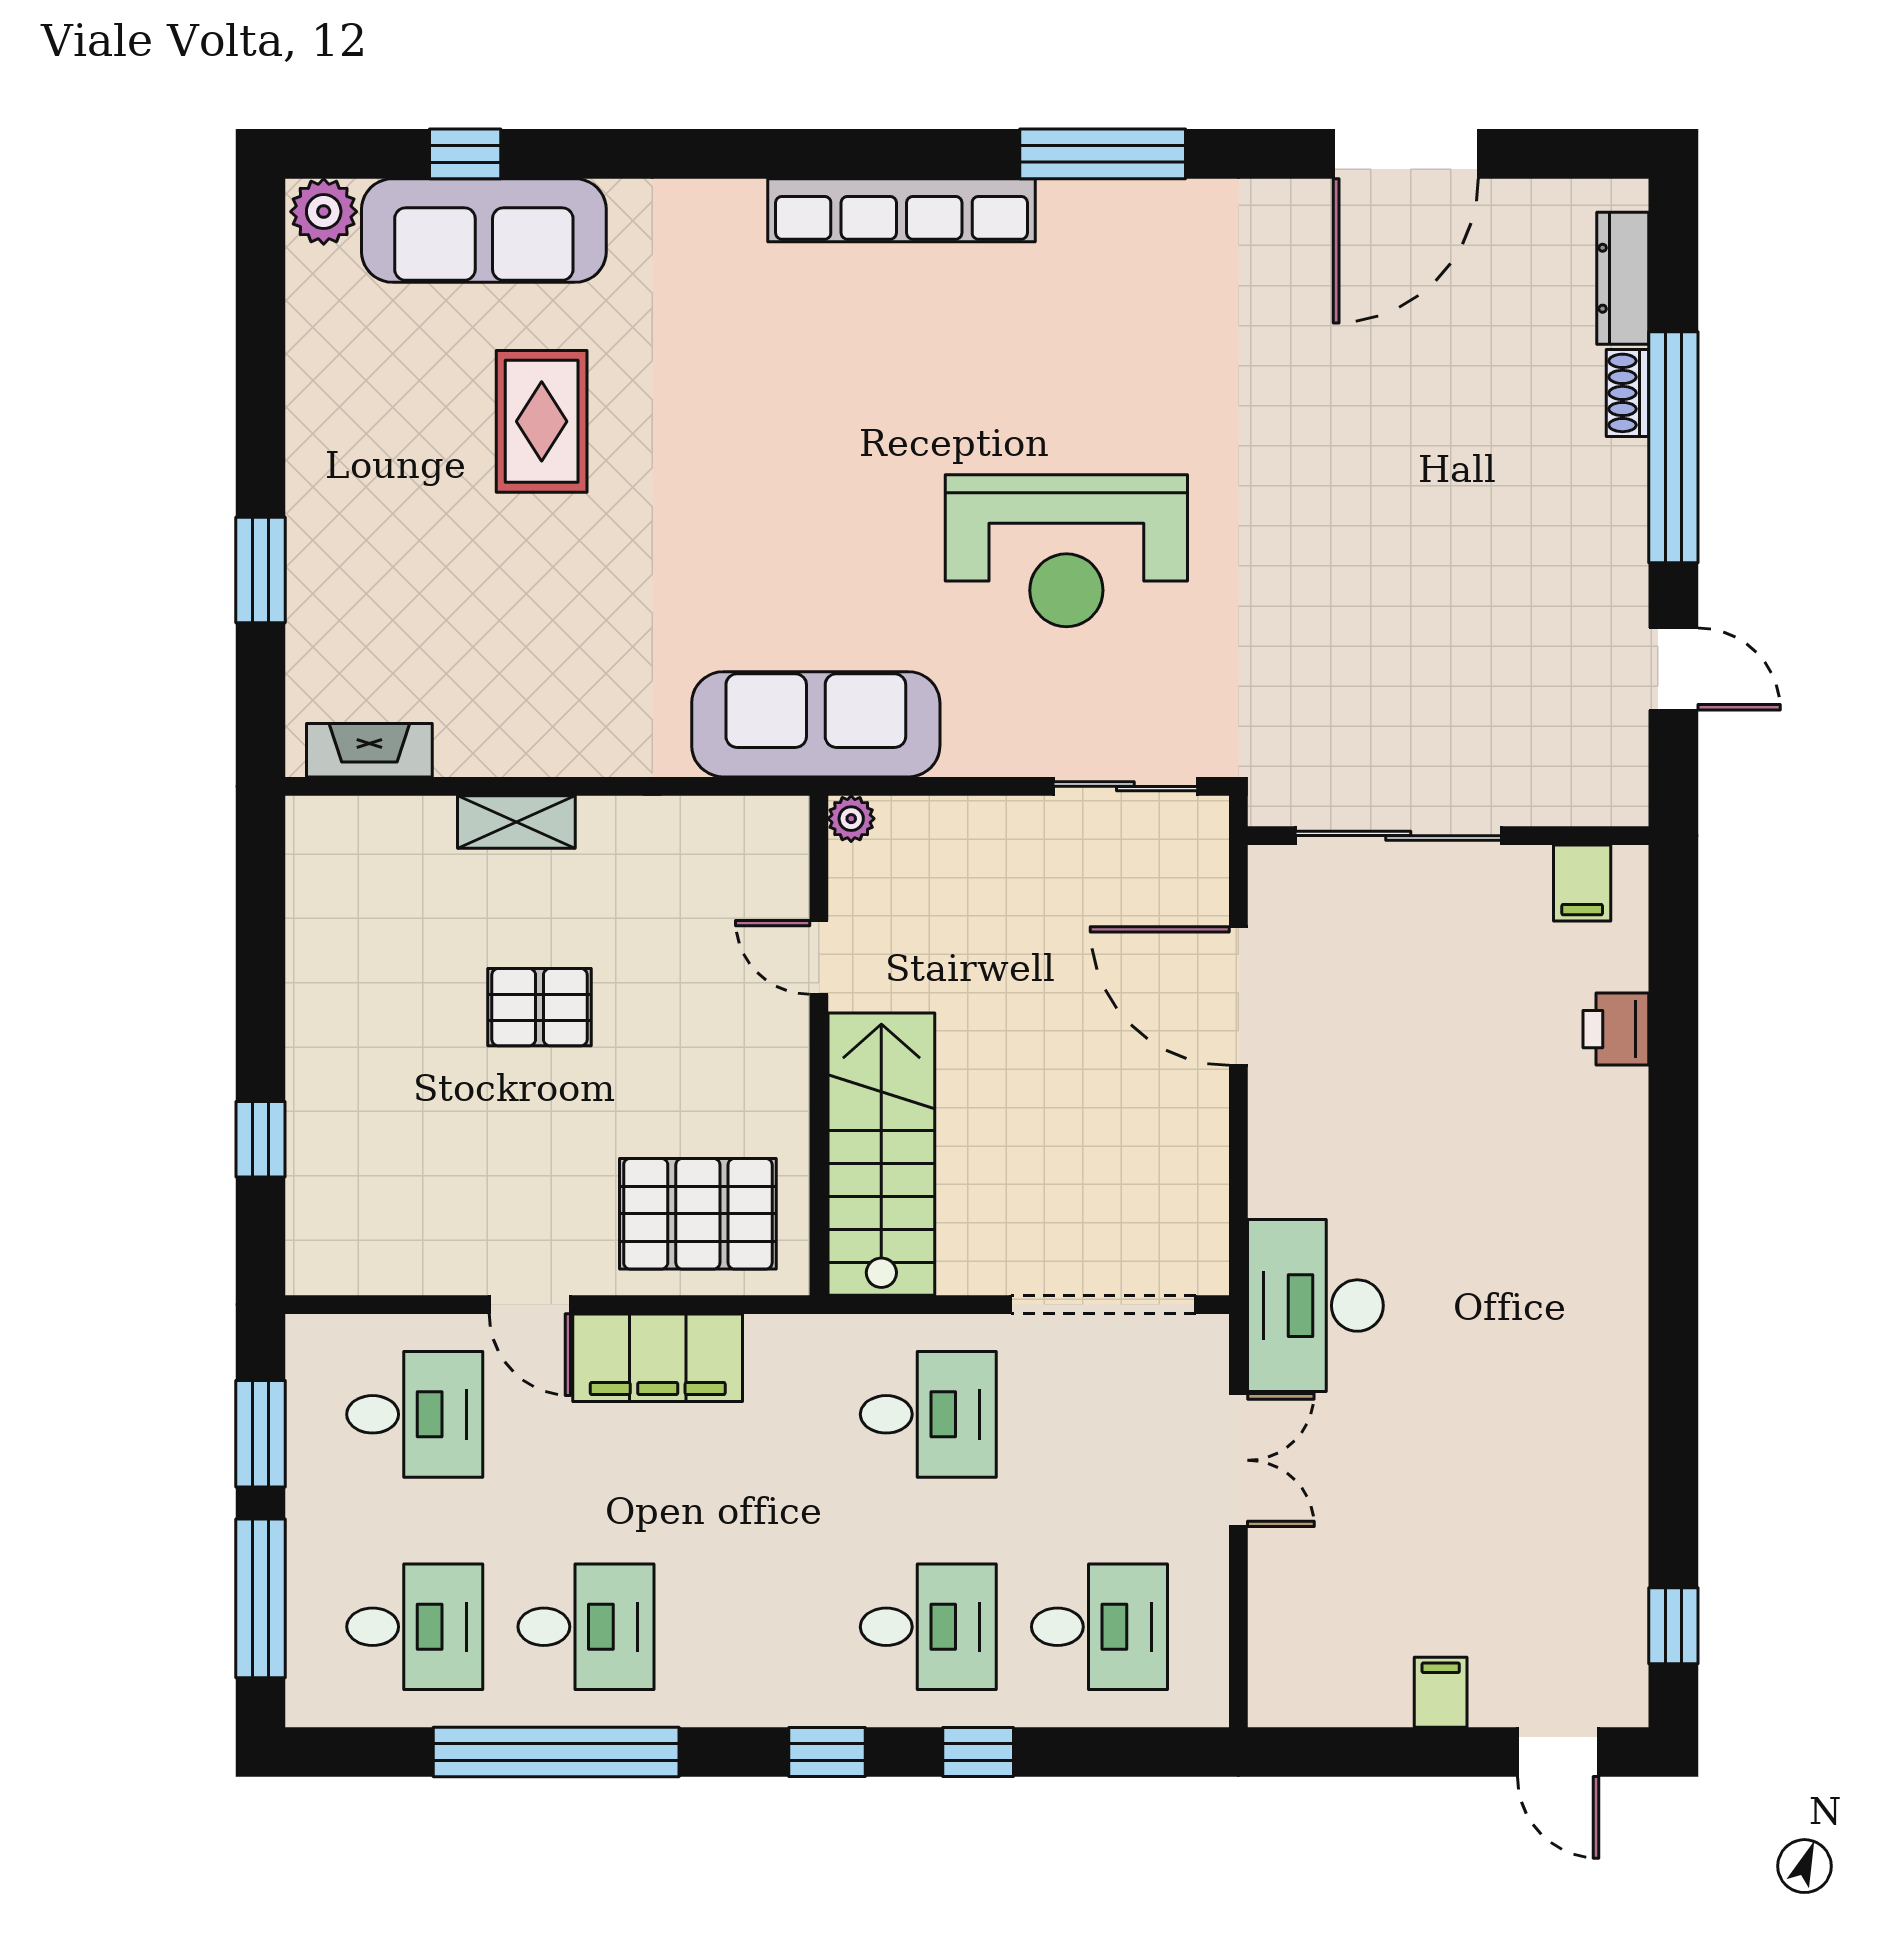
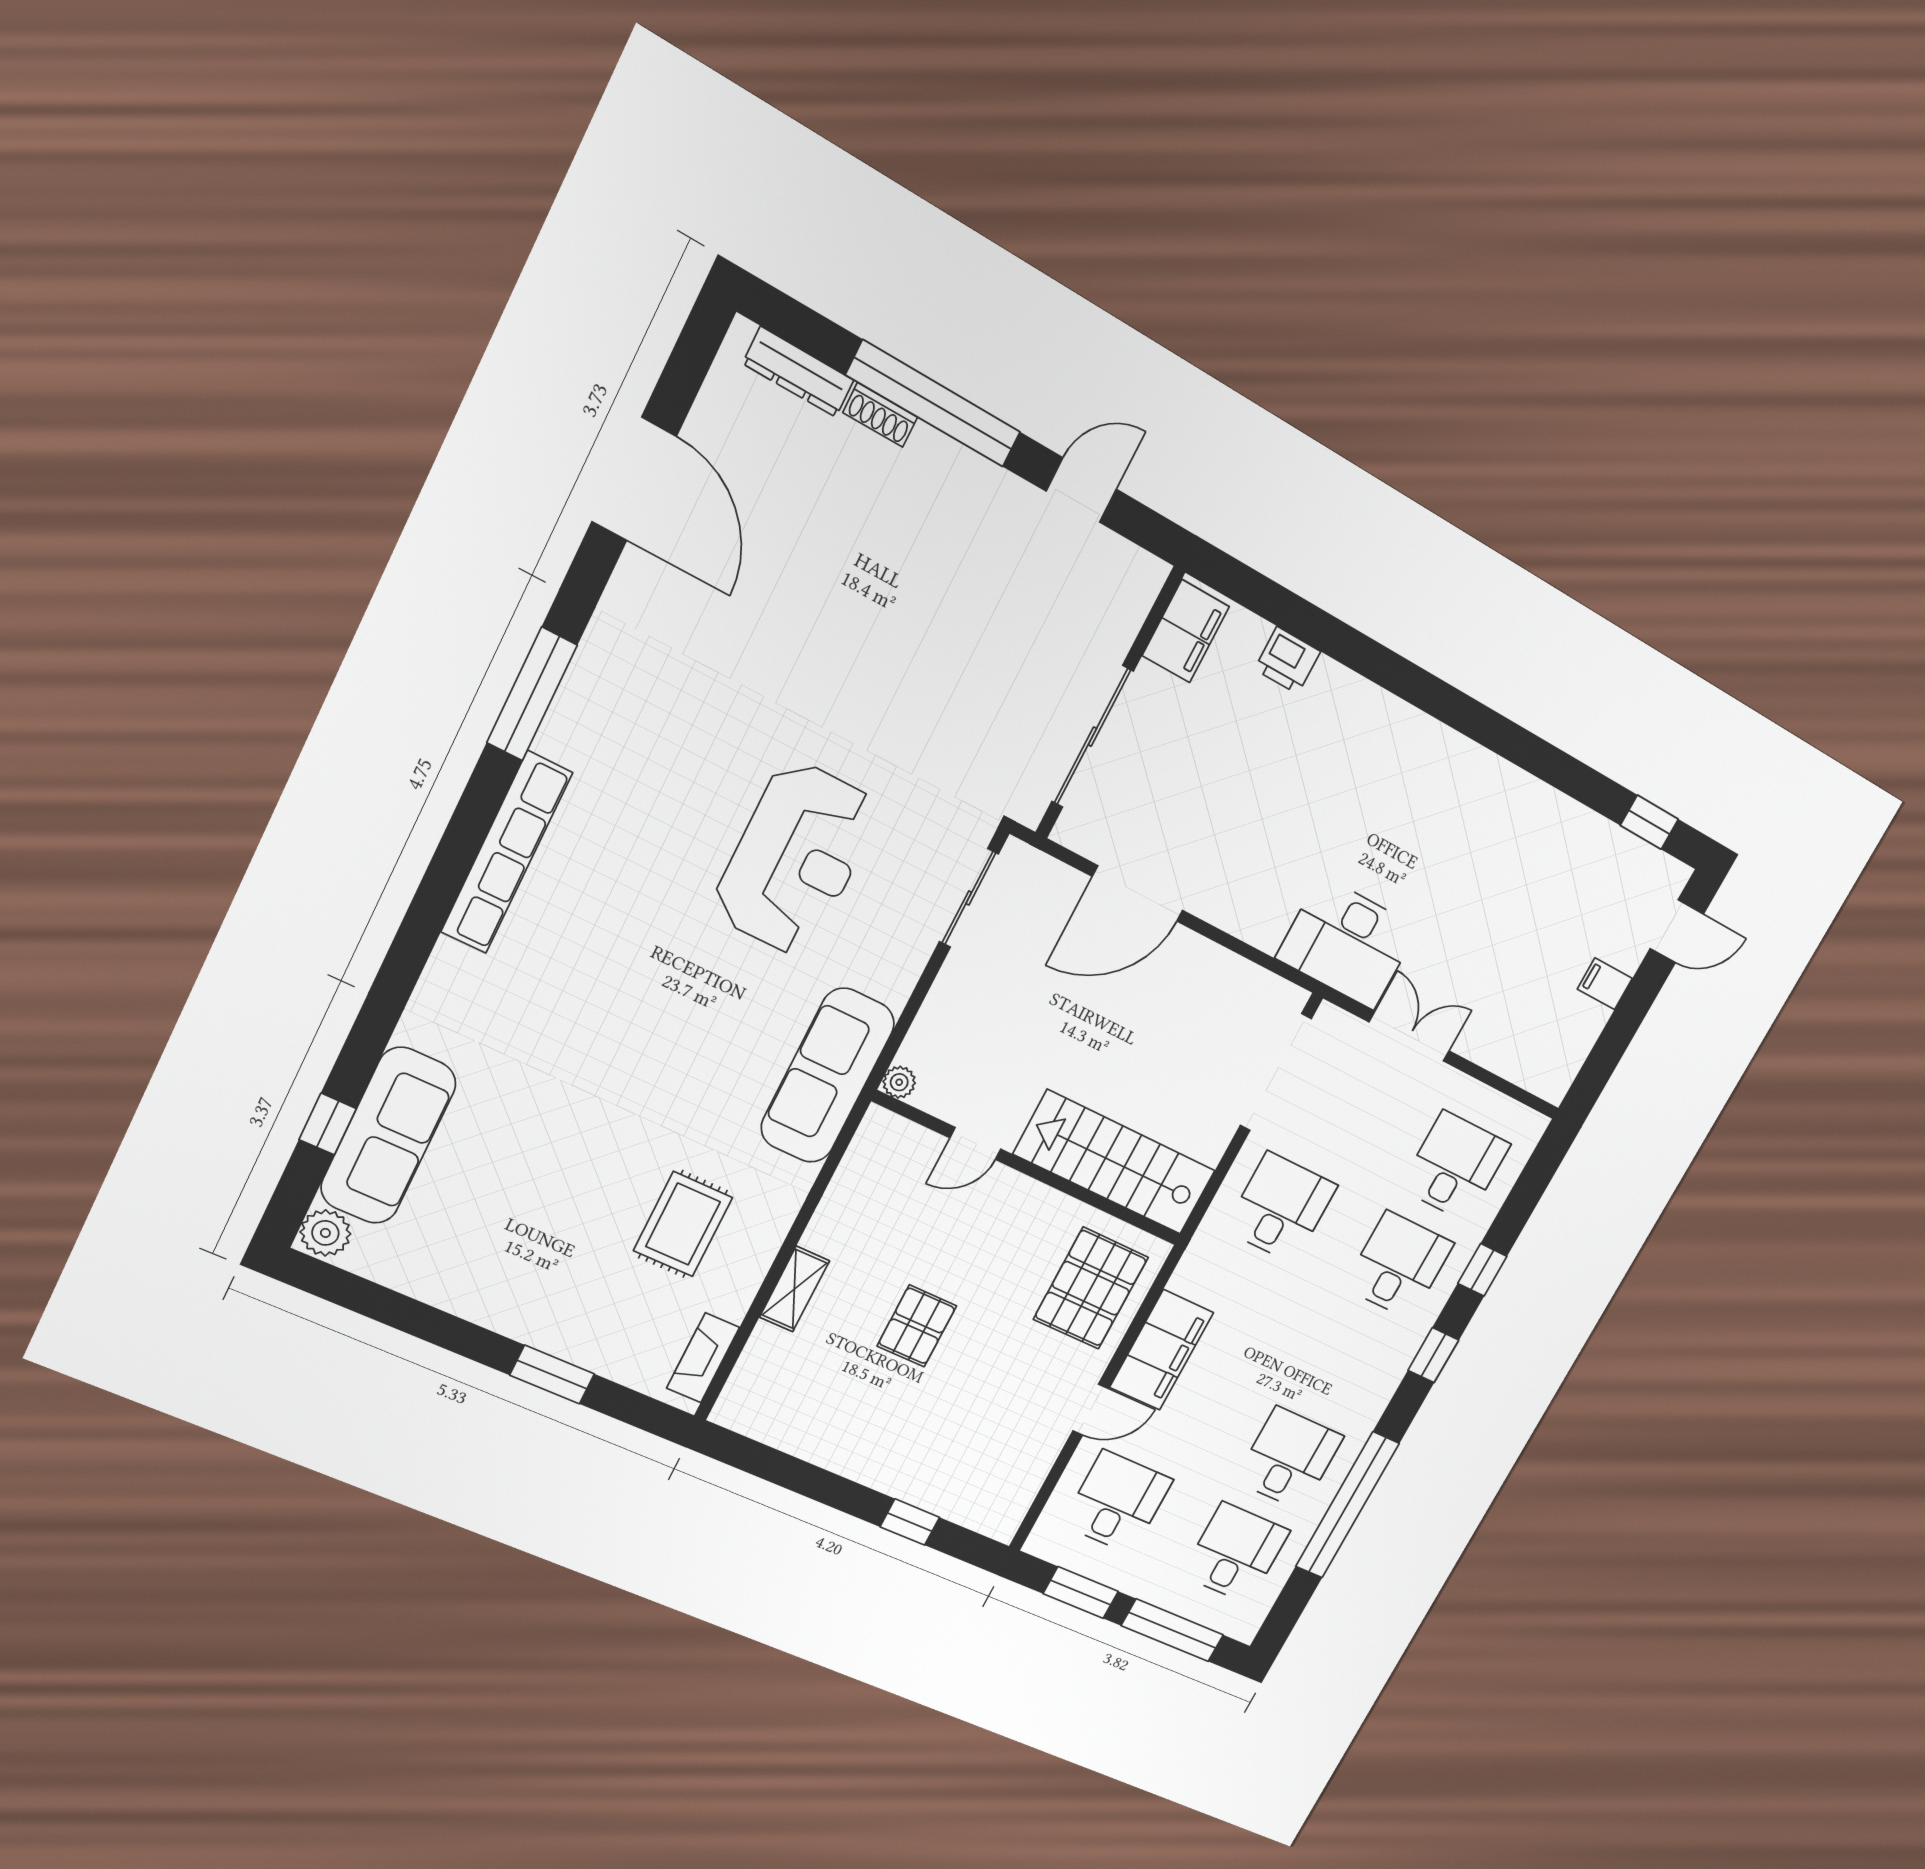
rug: (542, 421) -> (683, 1224), moved, turned 90
filing cabinet: (1582, 883) -> (1186, 631), width x2.00

